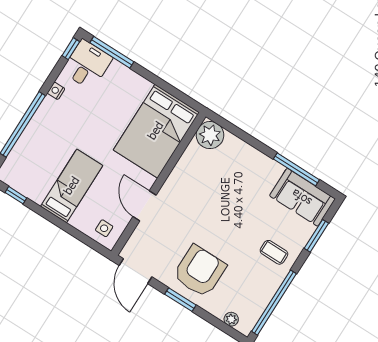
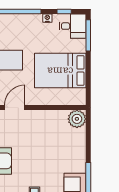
window: (71, 49) -> (64, 11), moved
bed: (156, 131) -> (60, 71), moved

